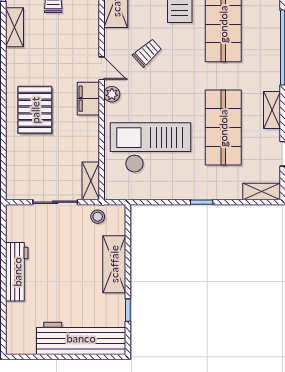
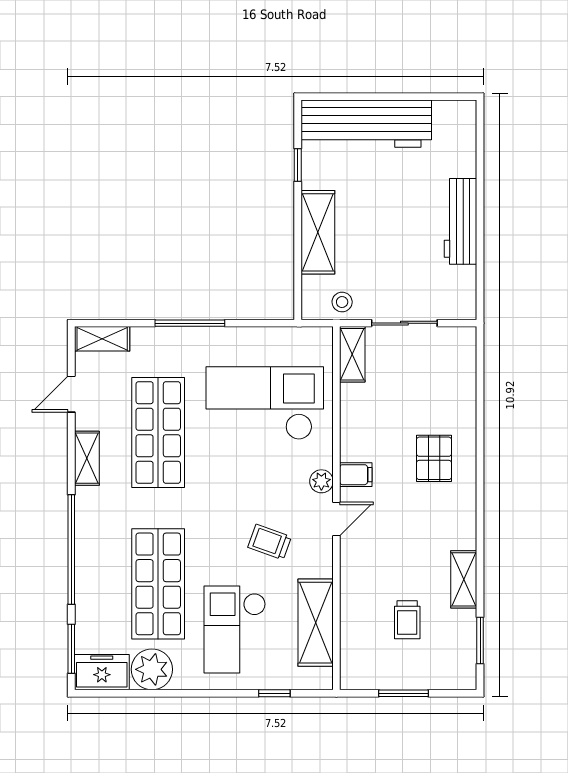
trolley: (147, 53) -> (270, 542), turned 62
door: (102, 68) -> (336, 519), swing flipped
filing cabinet: (88, 99) -> (356, 475), width x0.50
pallet: (35, 110) -> (434, 458), width x0.67, depth x0.71
checkout: (150, 148) -> (265, 403), turned 180
window: (202, 202) -> (190, 323), width x2.17

